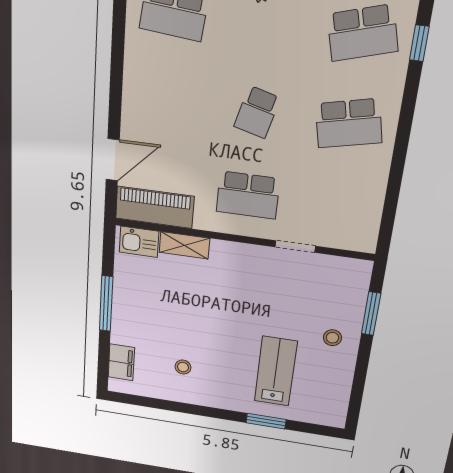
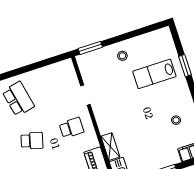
school desk: (248, 195) -> (71, 128), width x0.54
window: (371, 314) -> (90, 48), moved

